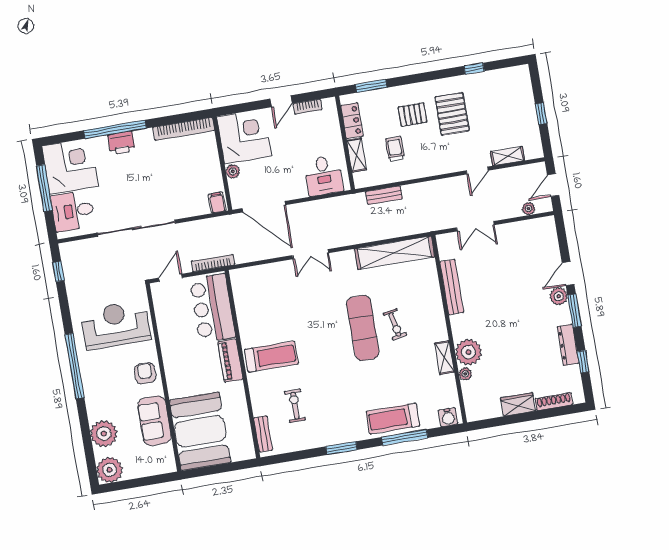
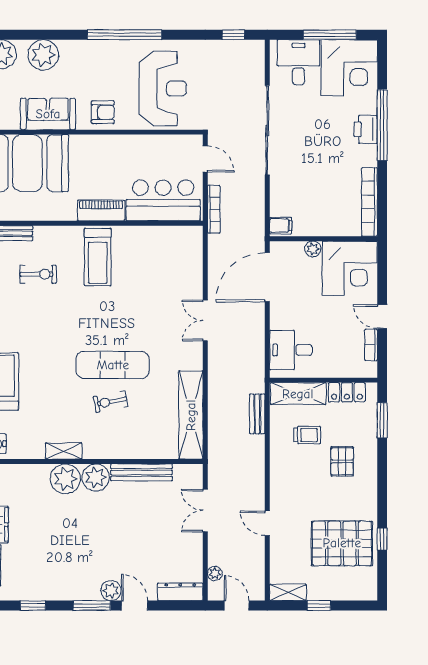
pallet: (452, 114) -> (342, 543), moved, width x1.37, depth x1.41
shelving: (357, 155) -> (298, 394), width x1.50, depth x1.33
shelving: (507, 156) -> (288, 592), moved, turned 90
dresser: (568, 345) -> (180, 592), moved
plant: (465, 374) -> (96, 477), moved, width x1.88, depth x1.88

